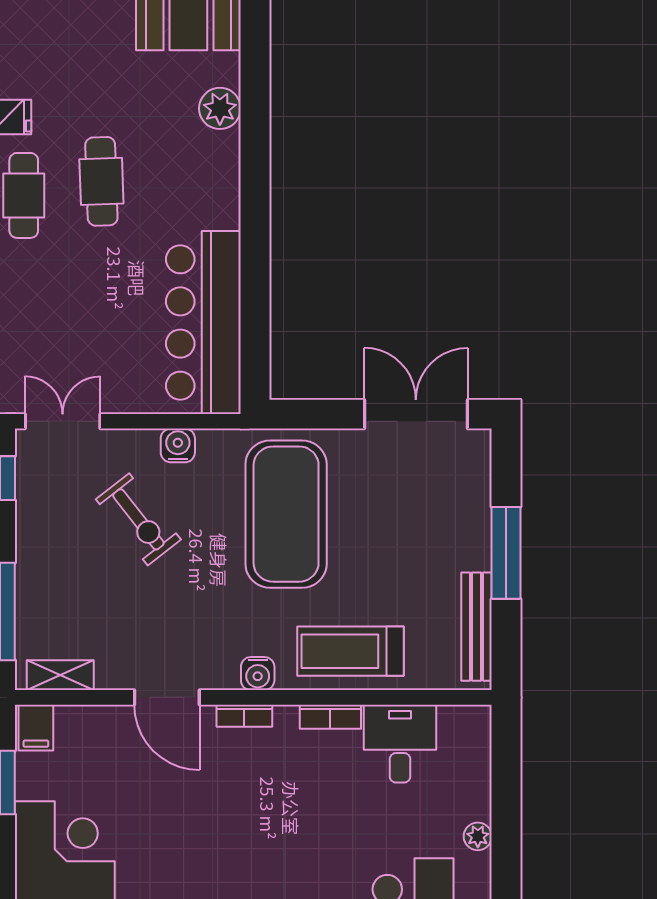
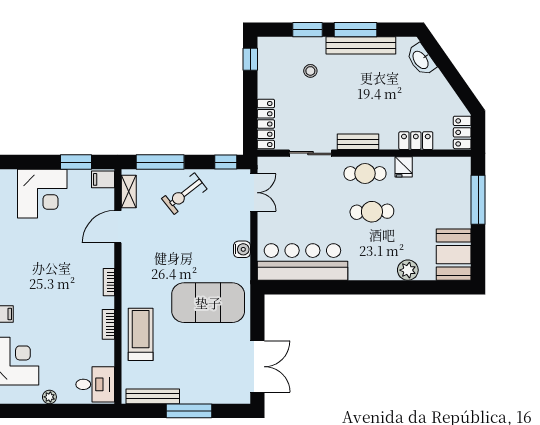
exercise bike: (138, 519) -> (184, 194), moved
water cooler: (258, 674) -> (130, 289), removed
door: (167, 697) -> (118, 227), moved
desk: (400, 744) -> (95, 384), moved

